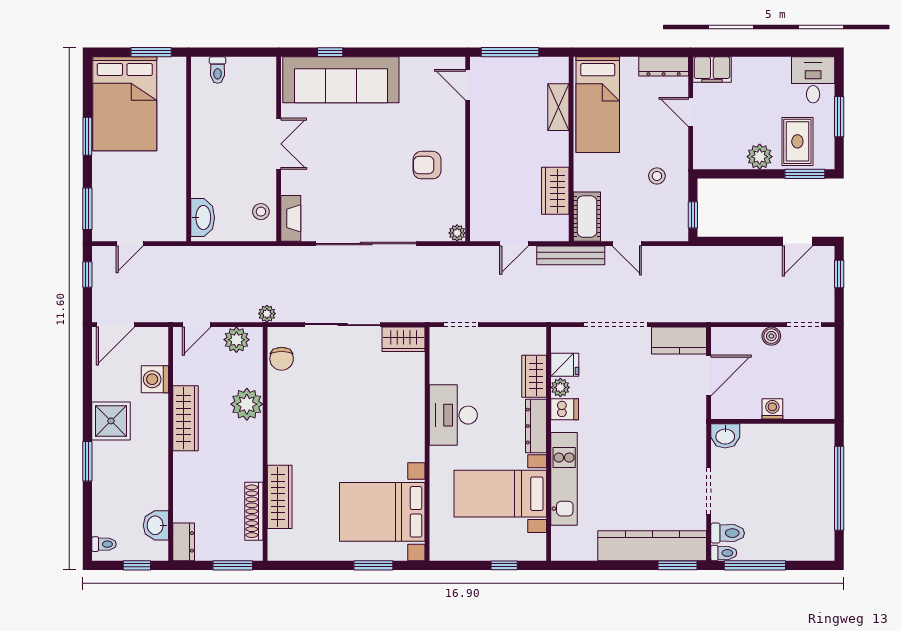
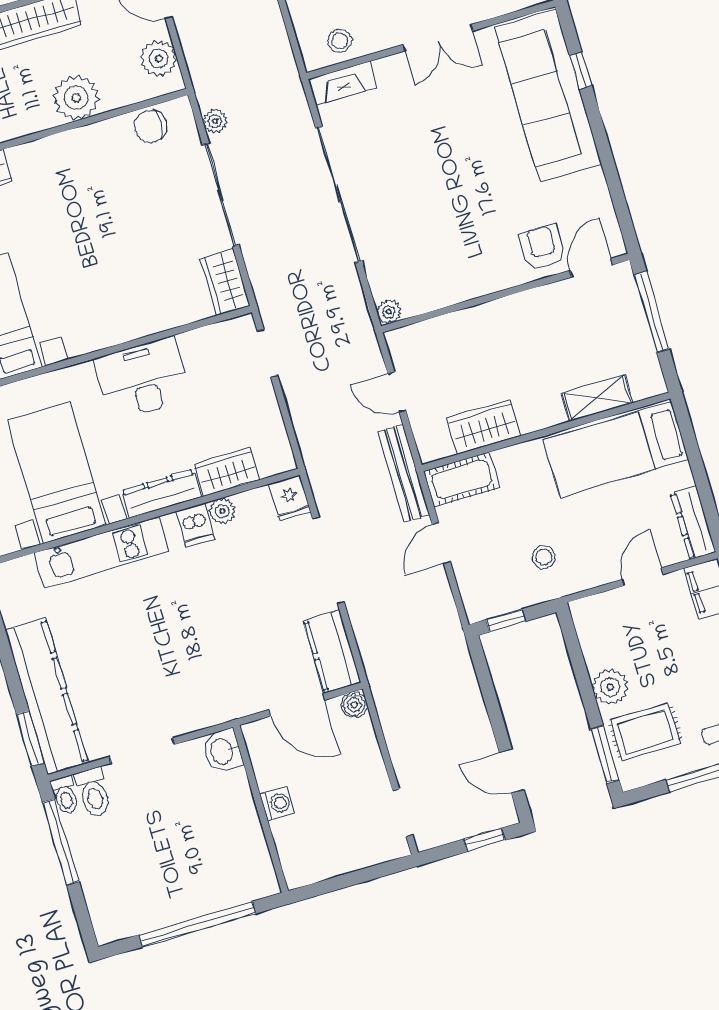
armchair: (427, 165) -> (543, 247), moved
plant: (267, 314) -> (215, 121), moved
boiler: (771, 336) -> (354, 705), moved
fridge: (565, 365) -> (290, 498), moved

